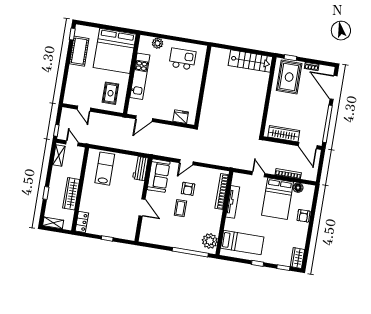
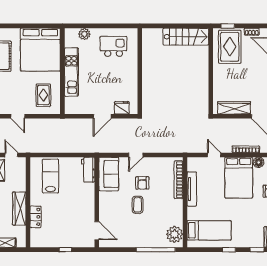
door: (144, 119) -> (102, 116), moved
door: (142, 207) -> (97, 231), moved
locker: (82, 222) -> (36, 217), moved

